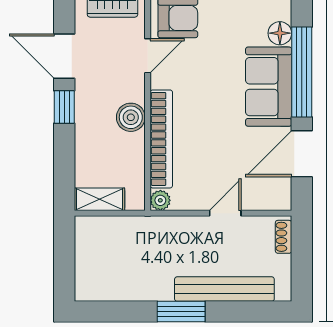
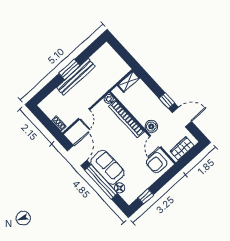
boiler: (131, 117) -> (151, 127), moved
bench: (224, 289) -> (76, 77), moved

